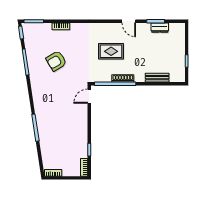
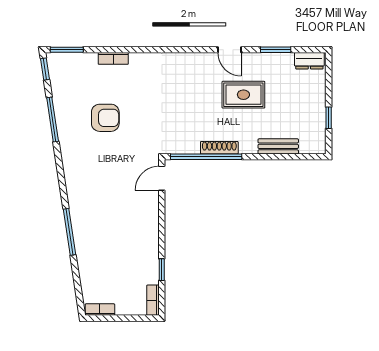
dresser: (160, 28) -> (309, 61), moved
rug: (111, 51) -> (243, 95), moved
armchair: (56, 61) -> (105, 118), turned -149

